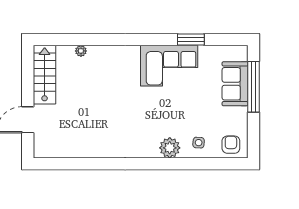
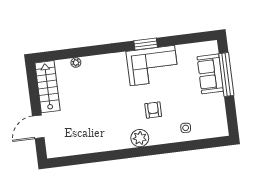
window: (191, 40) -> (146, 44), moved
armchair: (231, 145) -> (153, 110), moved
plant: (170, 148) -> (140, 138), moved

